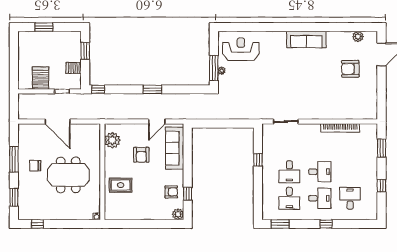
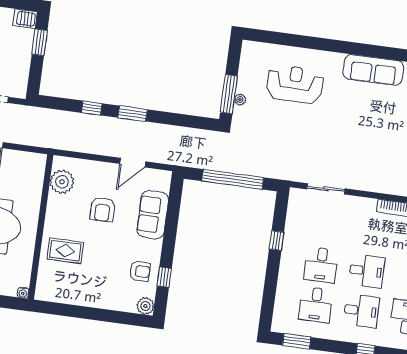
reception desk: (241, 49) -> (295, 84), moved
server rack: (74, 68) -> (25, 19), moved
window: (98, 89) -> (92, 108), moved
window: (224, 124) -> (233, 179), added
sofa: (175, 148) -> (153, 215), width x0.73

